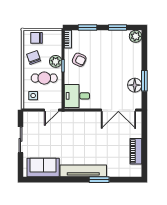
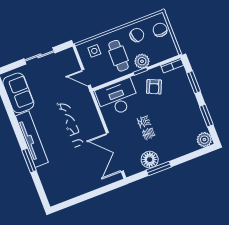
desk: (77, 96) -> (118, 98), width x1.37
piano: (136, 151) -> (76, 189), removed

